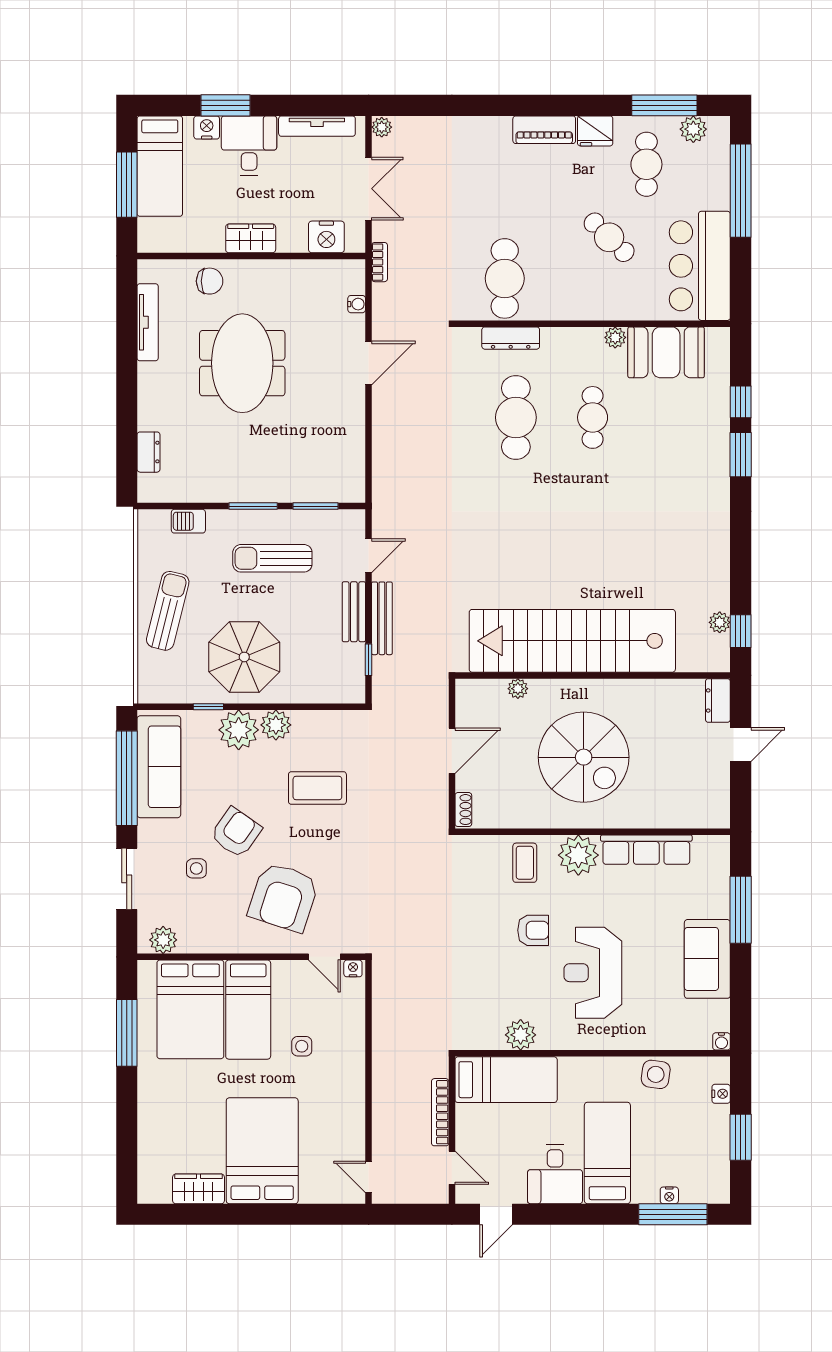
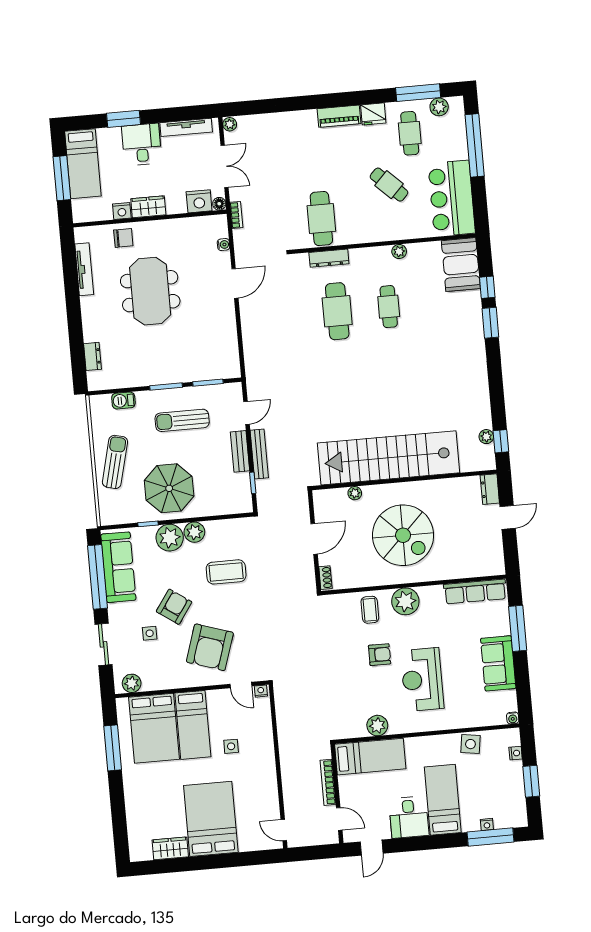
nightstand: (207, 127) -> (122, 211), moved, turned 180
floor lamp: (356, 243) -> (219, 204), added
booth: (666, 352) -> (461, 265), moved, turned 90
row of seats: (646, 850) -> (475, 591), moved

